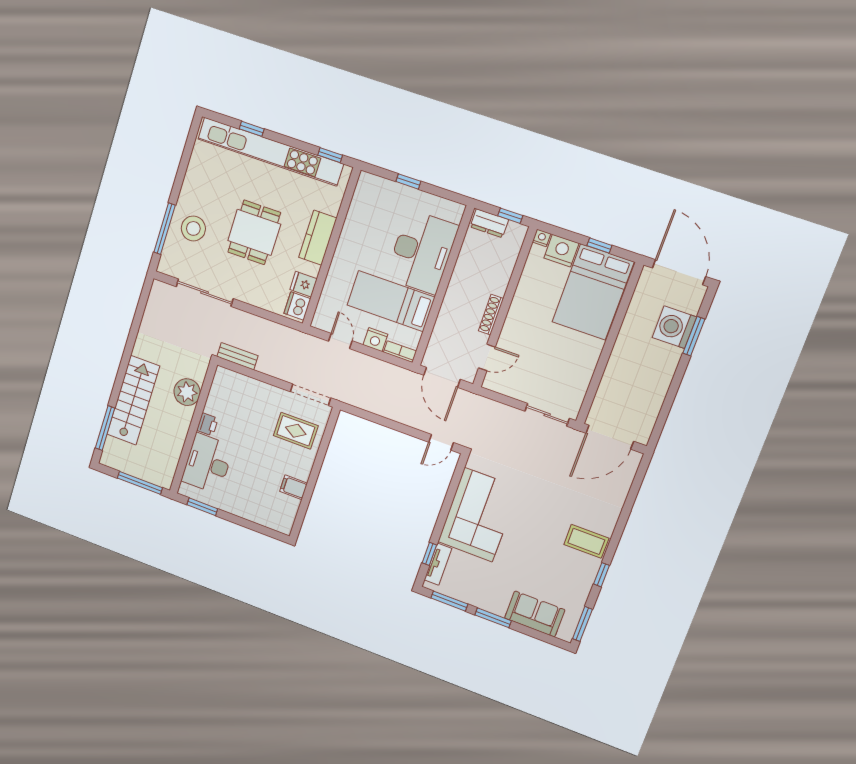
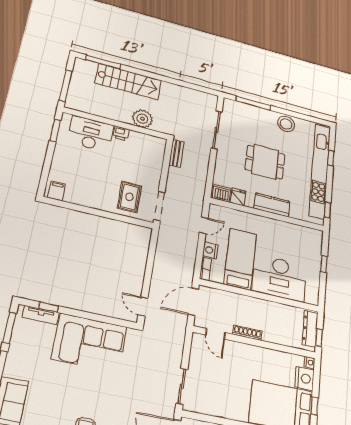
dresser: (489, 223) -> (310, 329), width x1.44
stool: (193, 228) -> (286, 124), moved
filing cabinet: (294, 487) -> (56, 191), moved

